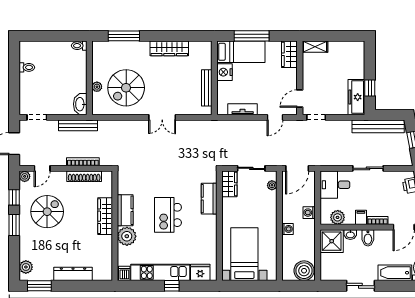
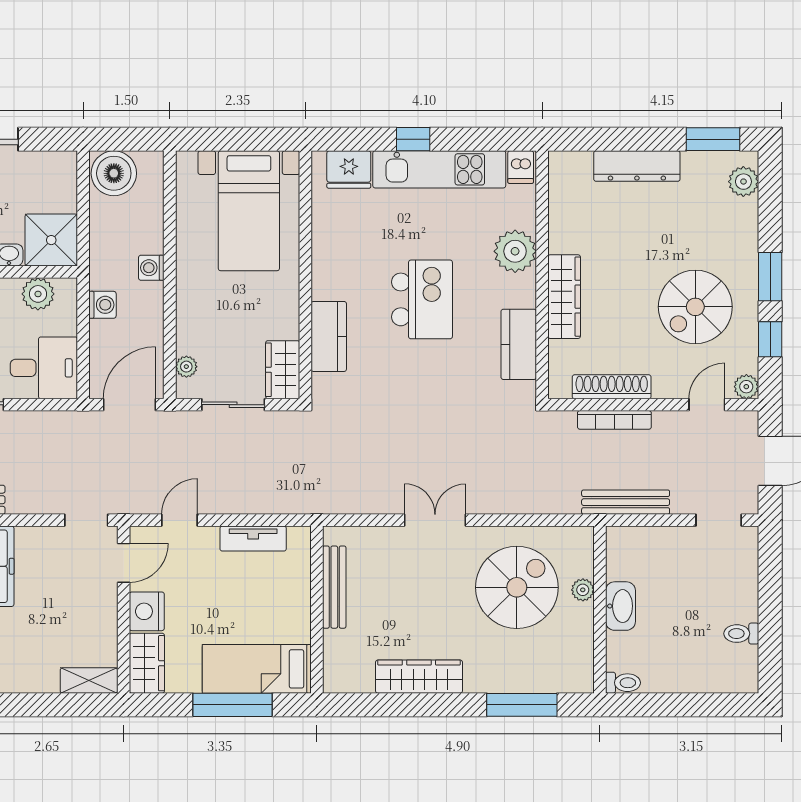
nightstand: (225, 72) -> (147, 611), moved, turned 180
washbasin: (80, 104) -> (620, 606), moved
kitchen counter: (125, 210) -> (519, 344), moved

